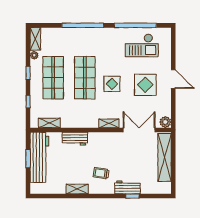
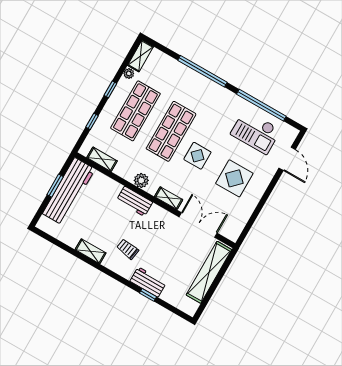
door: (173, 79) -> (287, 159), moved
plant: (165, 122) -> (141, 180), moved
workbench: (75, 139) -> (134, 201), moved

